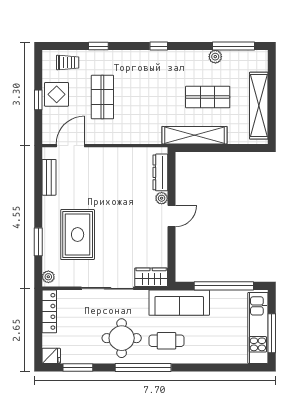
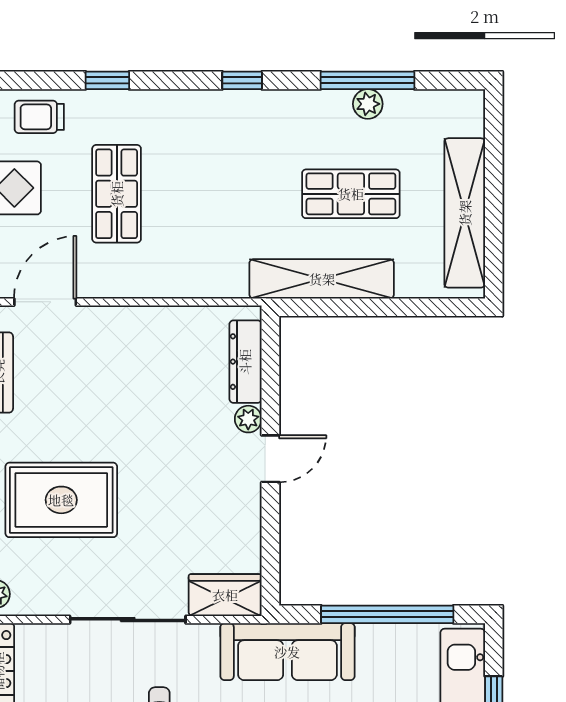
window: (234, 46) -> (367, 80), moved
trolley: (68, 62) -> (39, 117), turned 180
rug: (78, 235) -> (61, 500), turned 90

